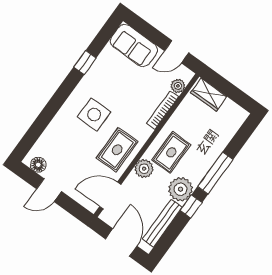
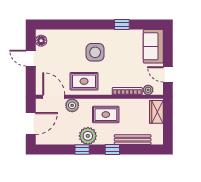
plant: (144, 169) -> (72, 105), moved
window: (215, 173) -> (112, 150), width x0.46
bench: (162, 223) -> (133, 140), moved

